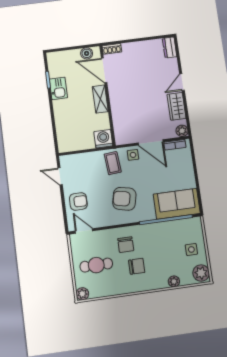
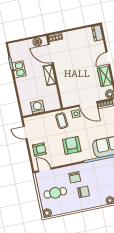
washing machine: (103, 139) -> (38, 107), moved
armchair: (124, 199) -> (72, 145), turned 78

